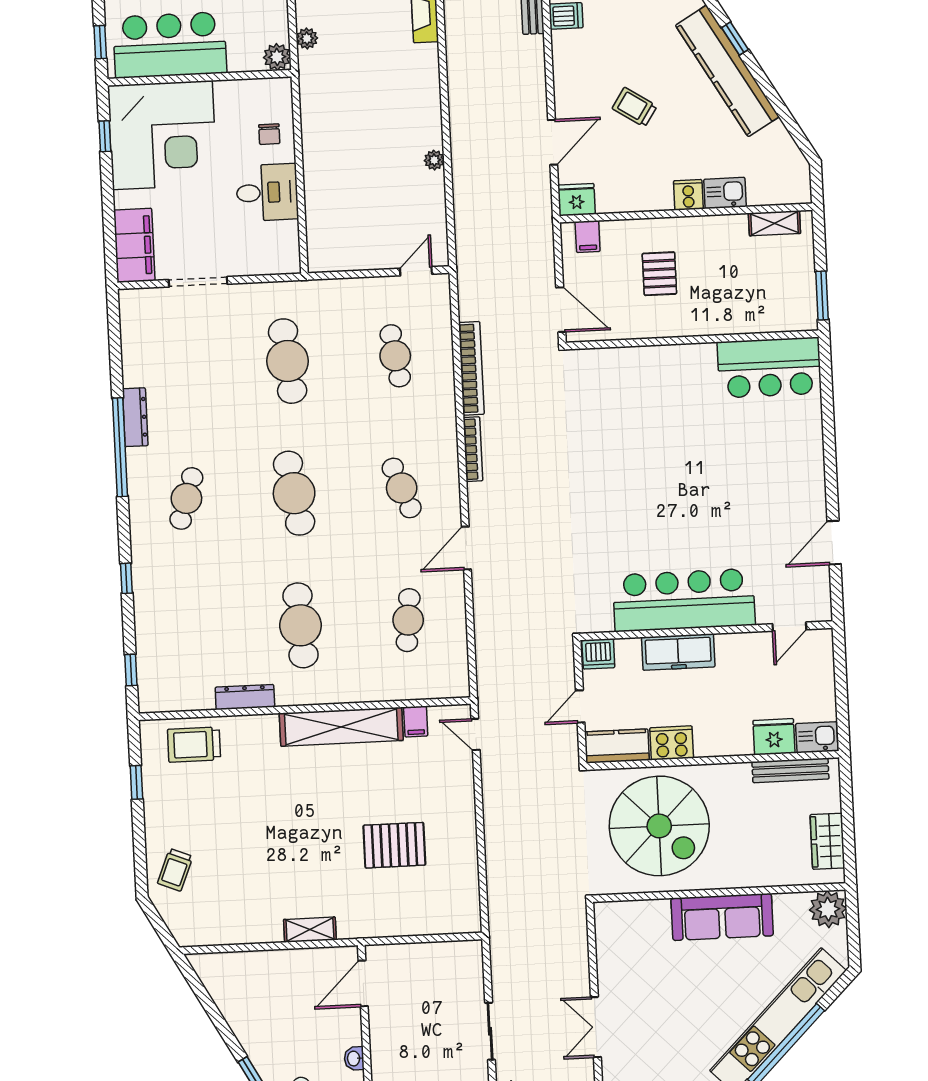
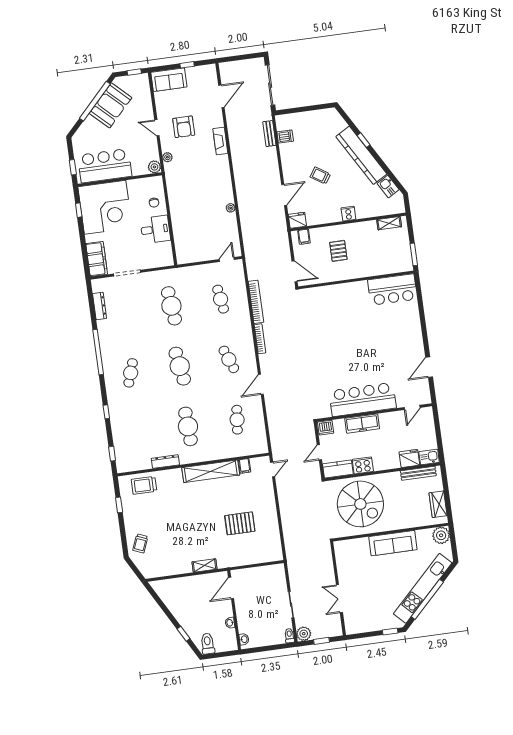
kitchen sink: (725, 193) -> (388, 187), moved, turned -120
dresser: (135, 417) -> (100, 306), moved
door: (476, 734) -> (273, 469), swing flipped

